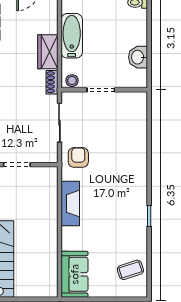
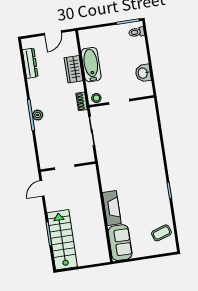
wardrobe: (48, 52) -> (74, 69), moved
armchair: (78, 157) -> (110, 155), removed
fireplace: (70, 203) -> (112, 208), moved

